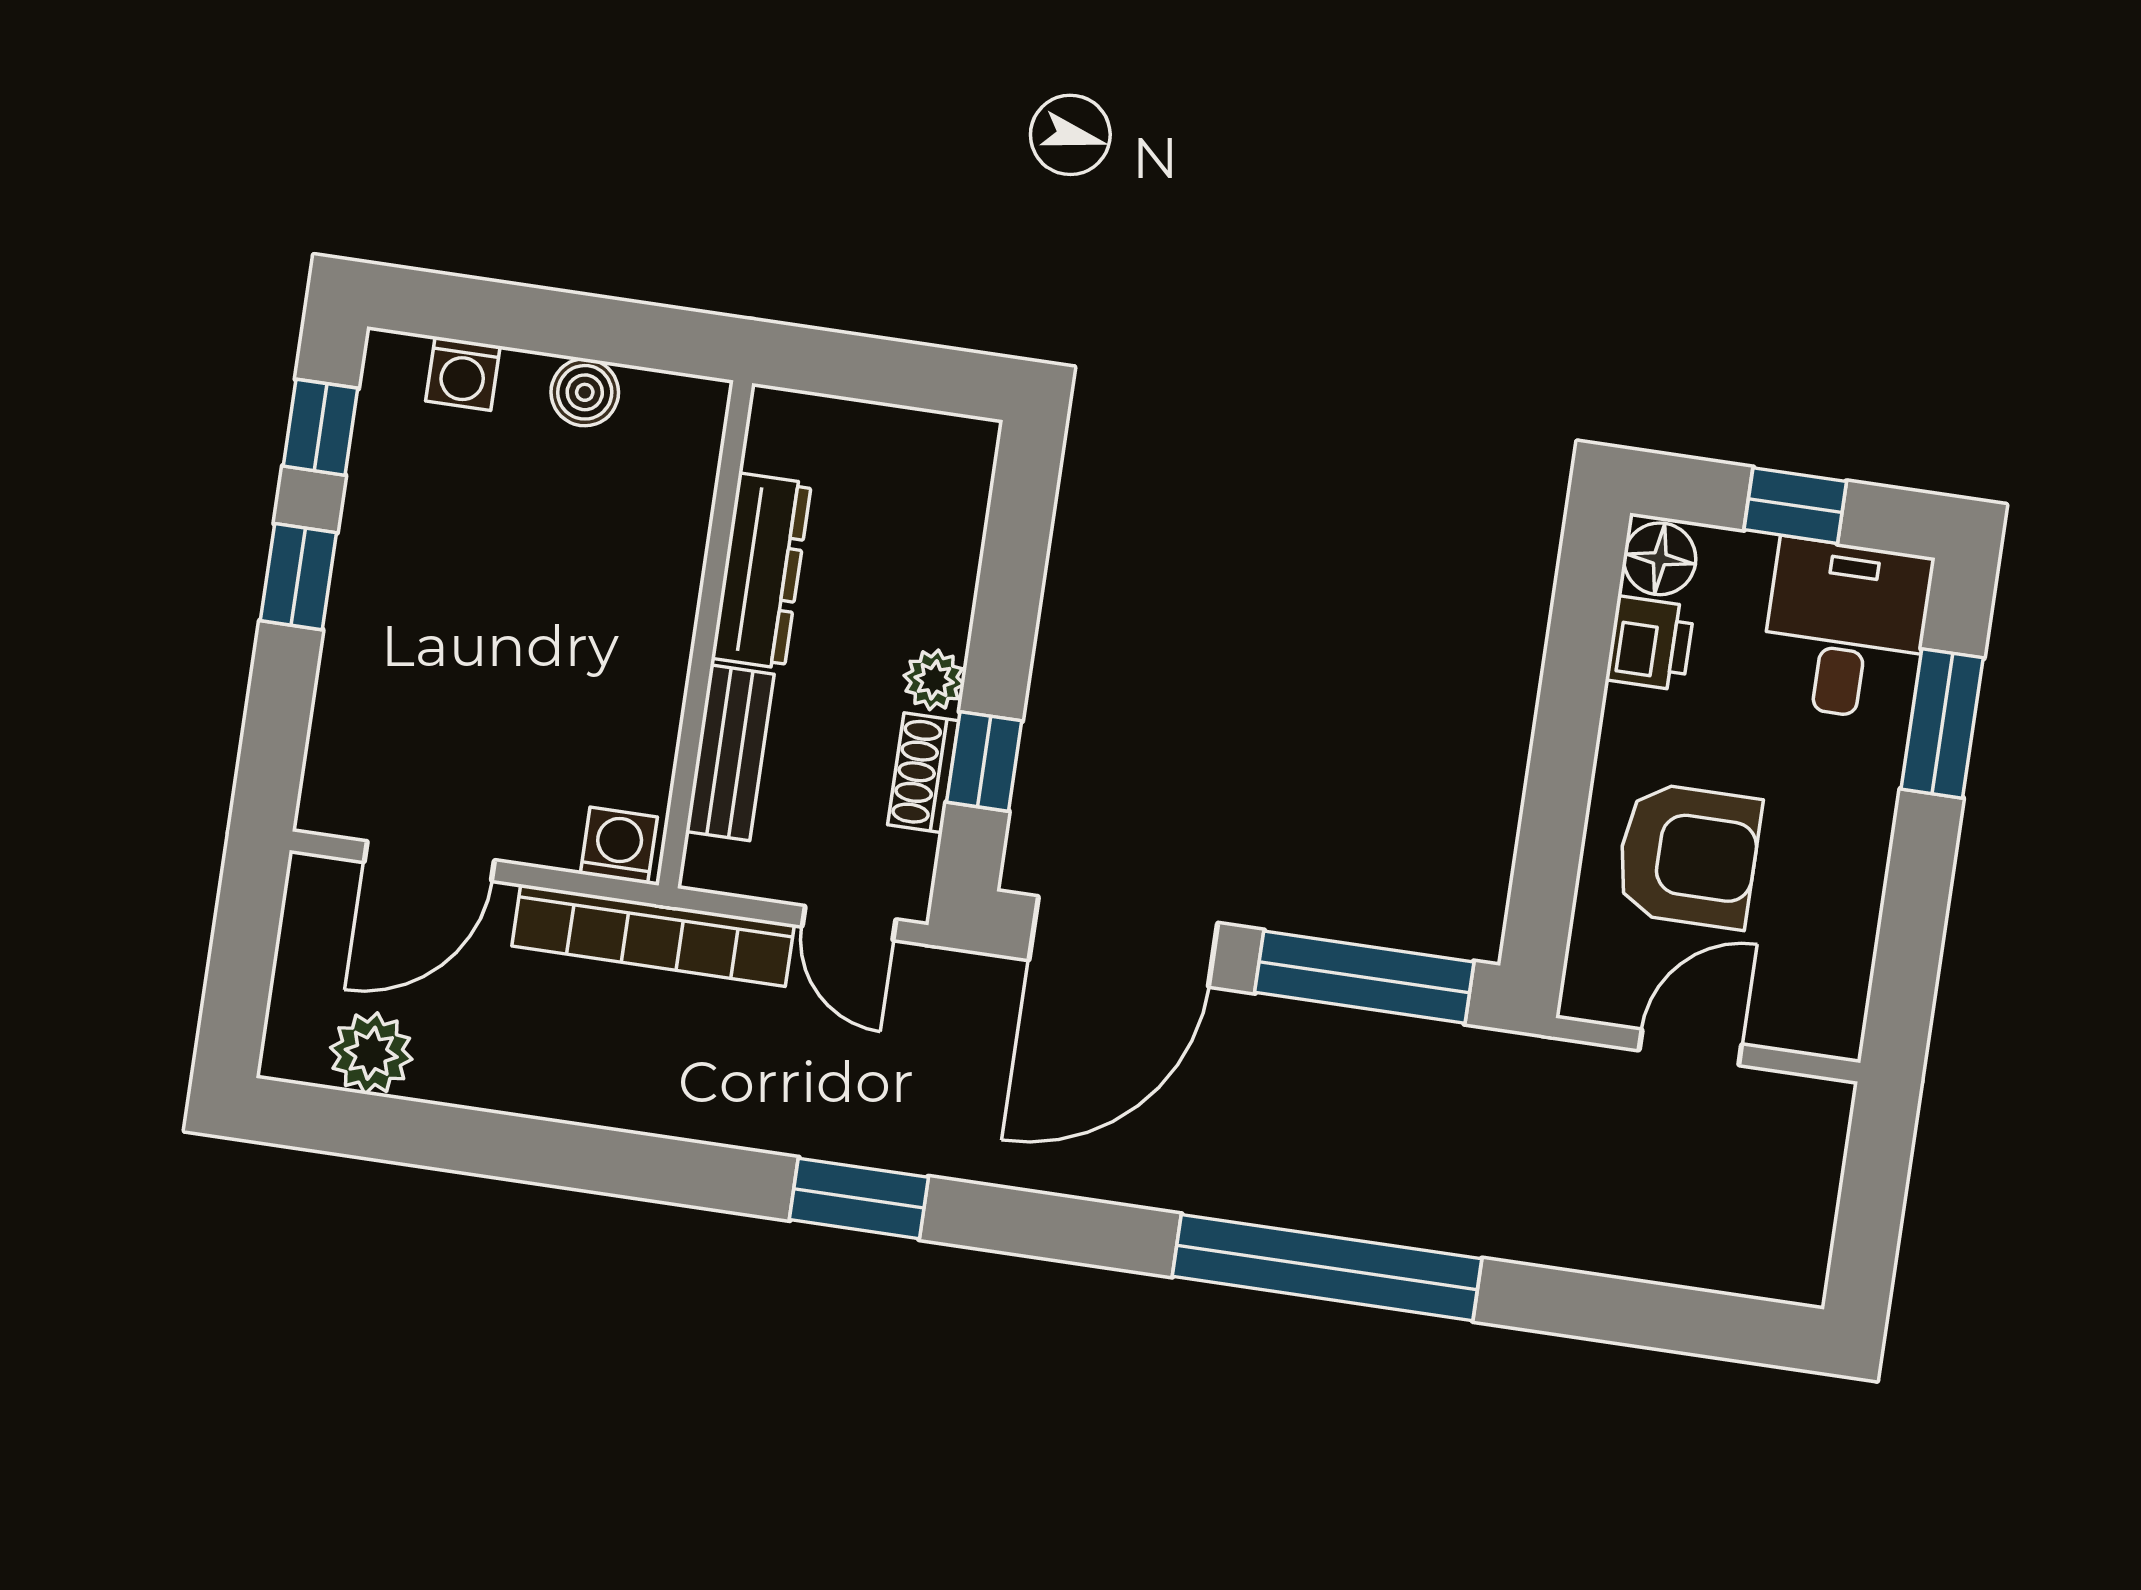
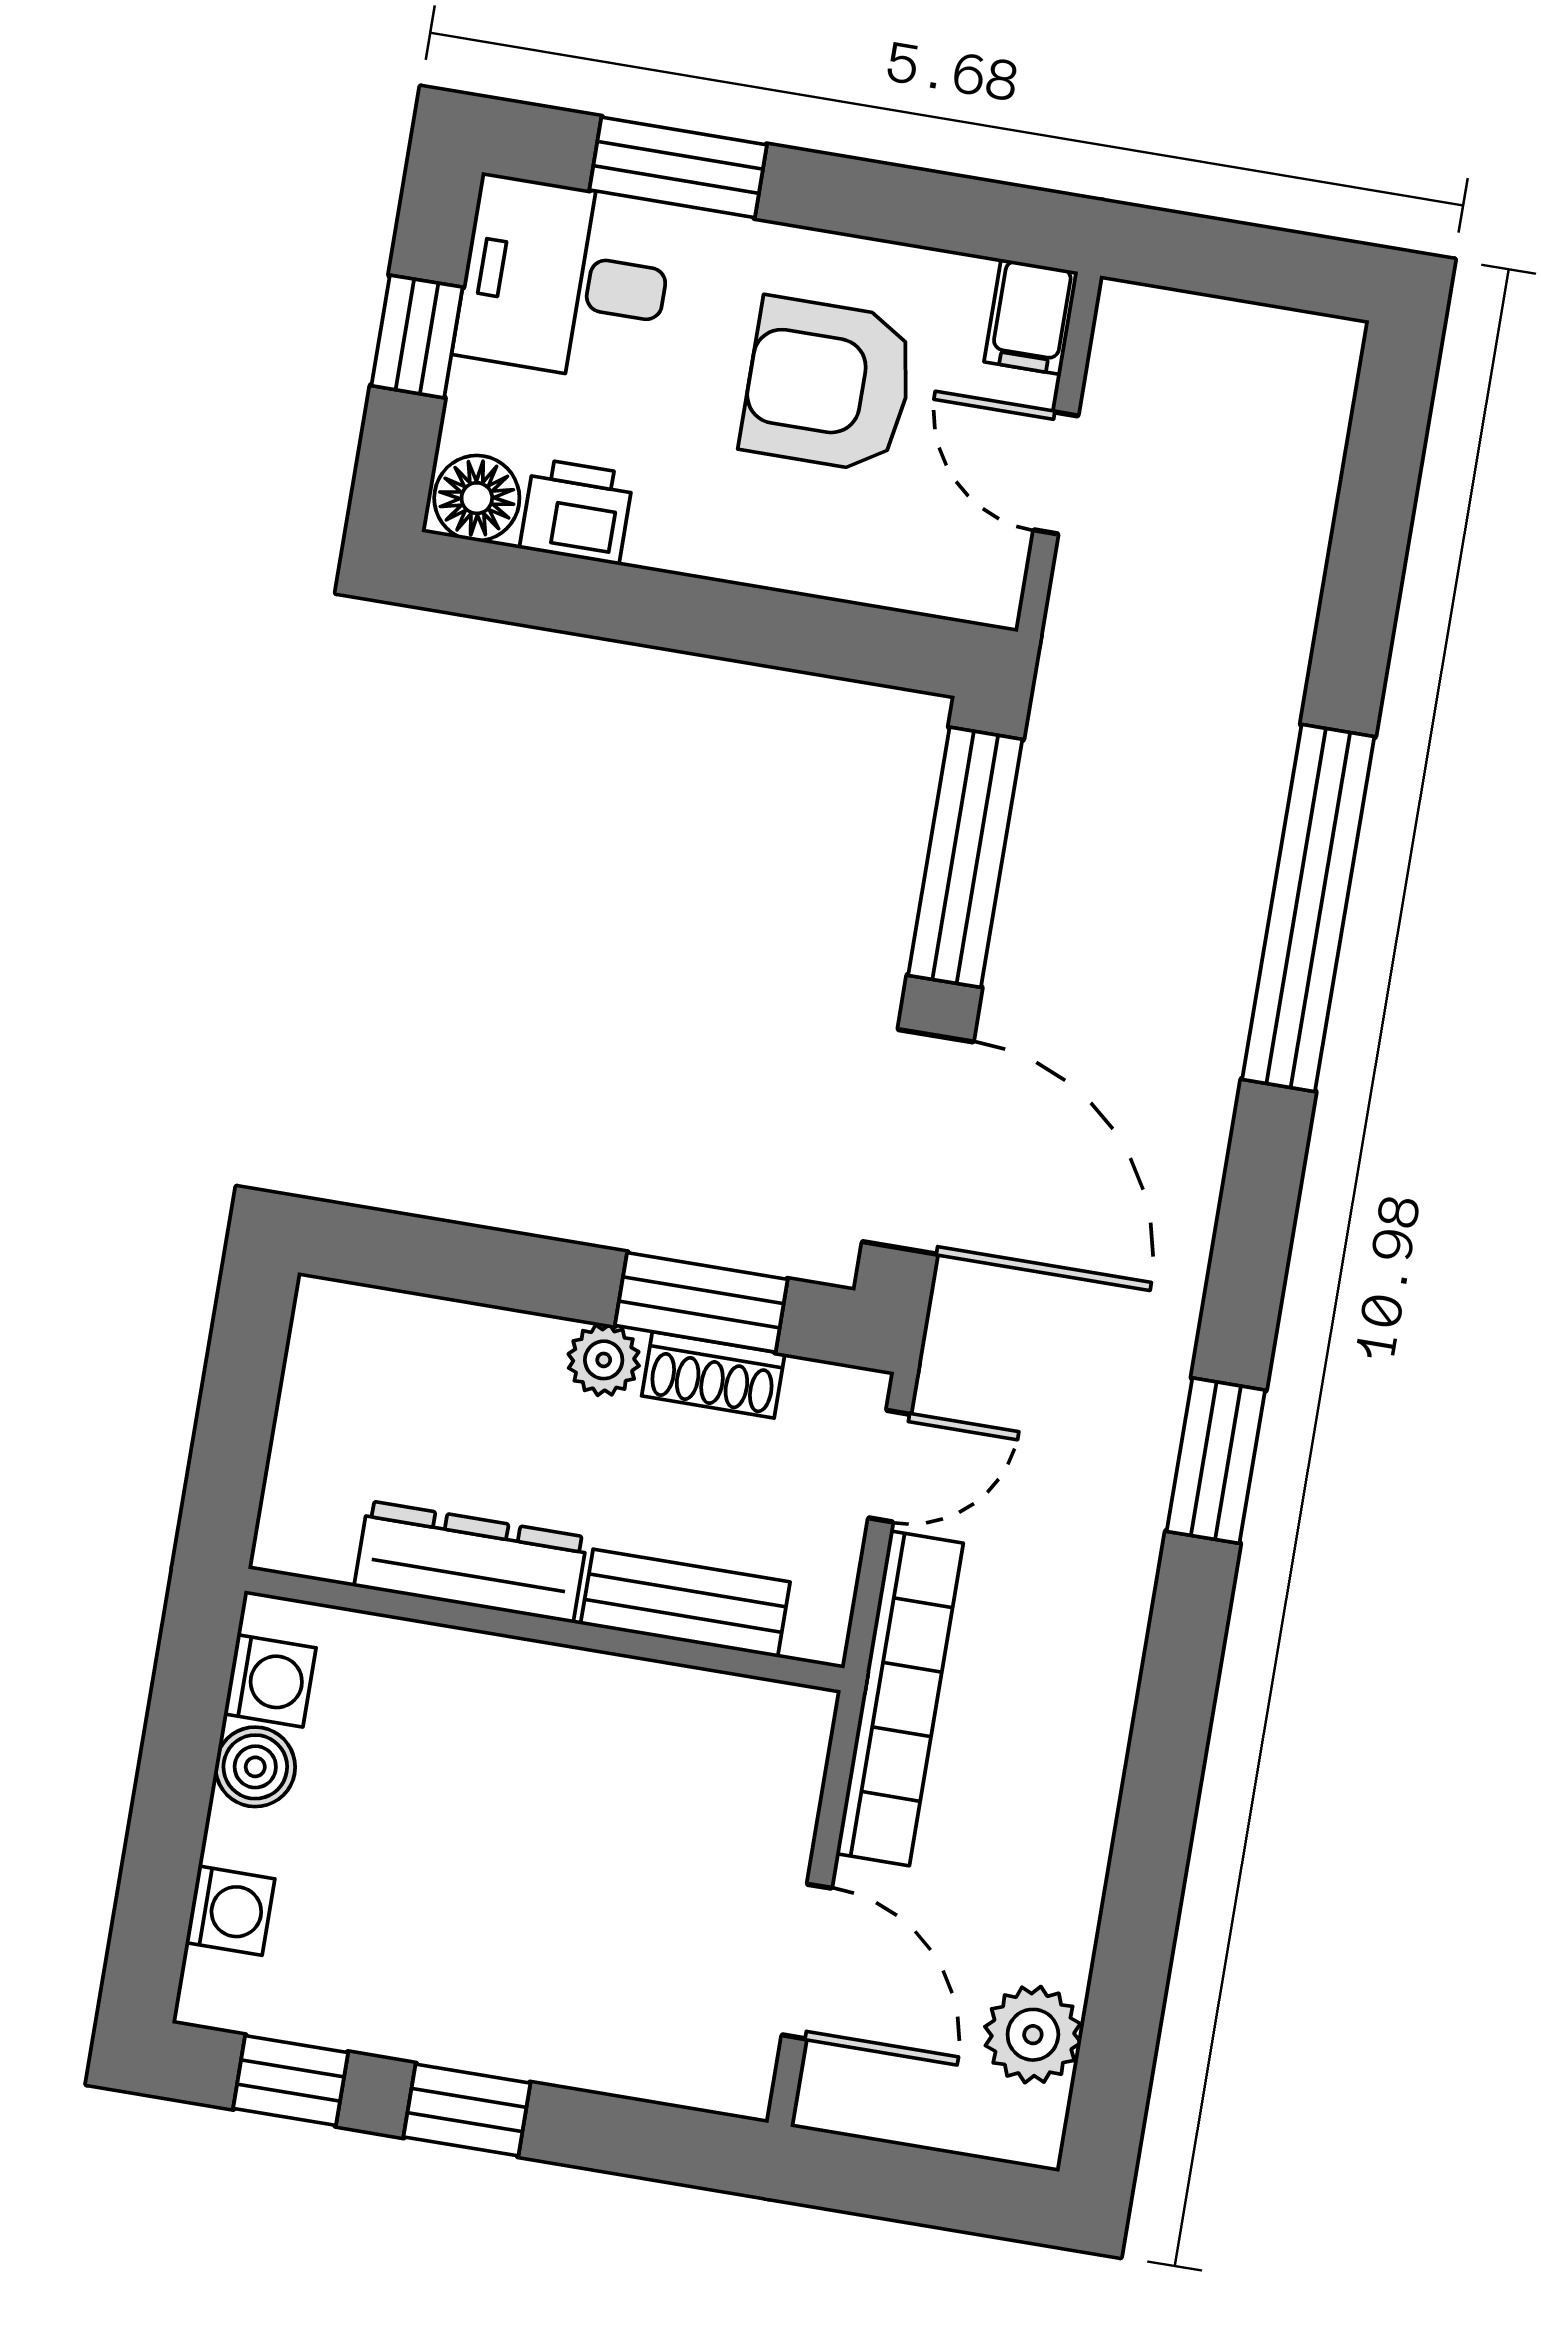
window: (984, 761) -> (701, 1302), width x1.50
washing machine: (619, 845) -> (270, 1681), moved, turned 180
armchair: (1688, 856) -> (828, 385), moved, turned -90
filing cabinet: (1822, 1024) -> (1031, 317), added

